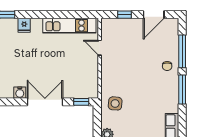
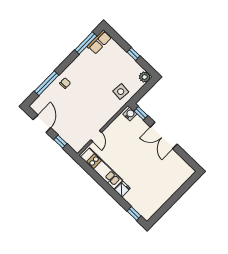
door: (154, 15) -> (42, 124), hinge flipped
fridge: (24, 25) -> (122, 189), moved
window: (182, 89) -> (86, 43), moved
water cooler: (20, 93) -> (130, 114), moved

